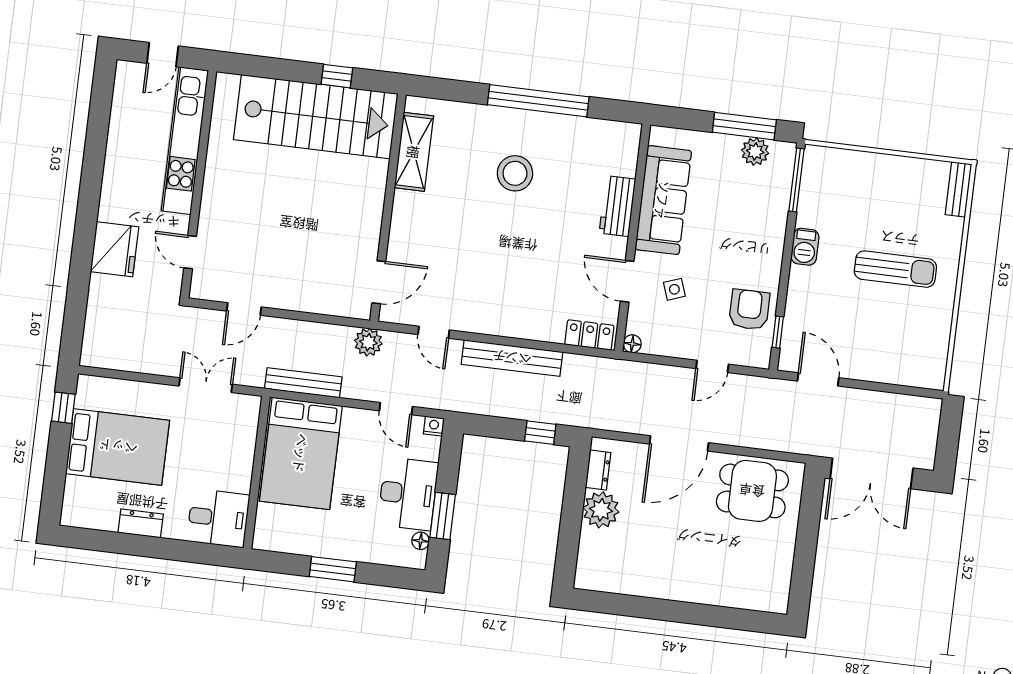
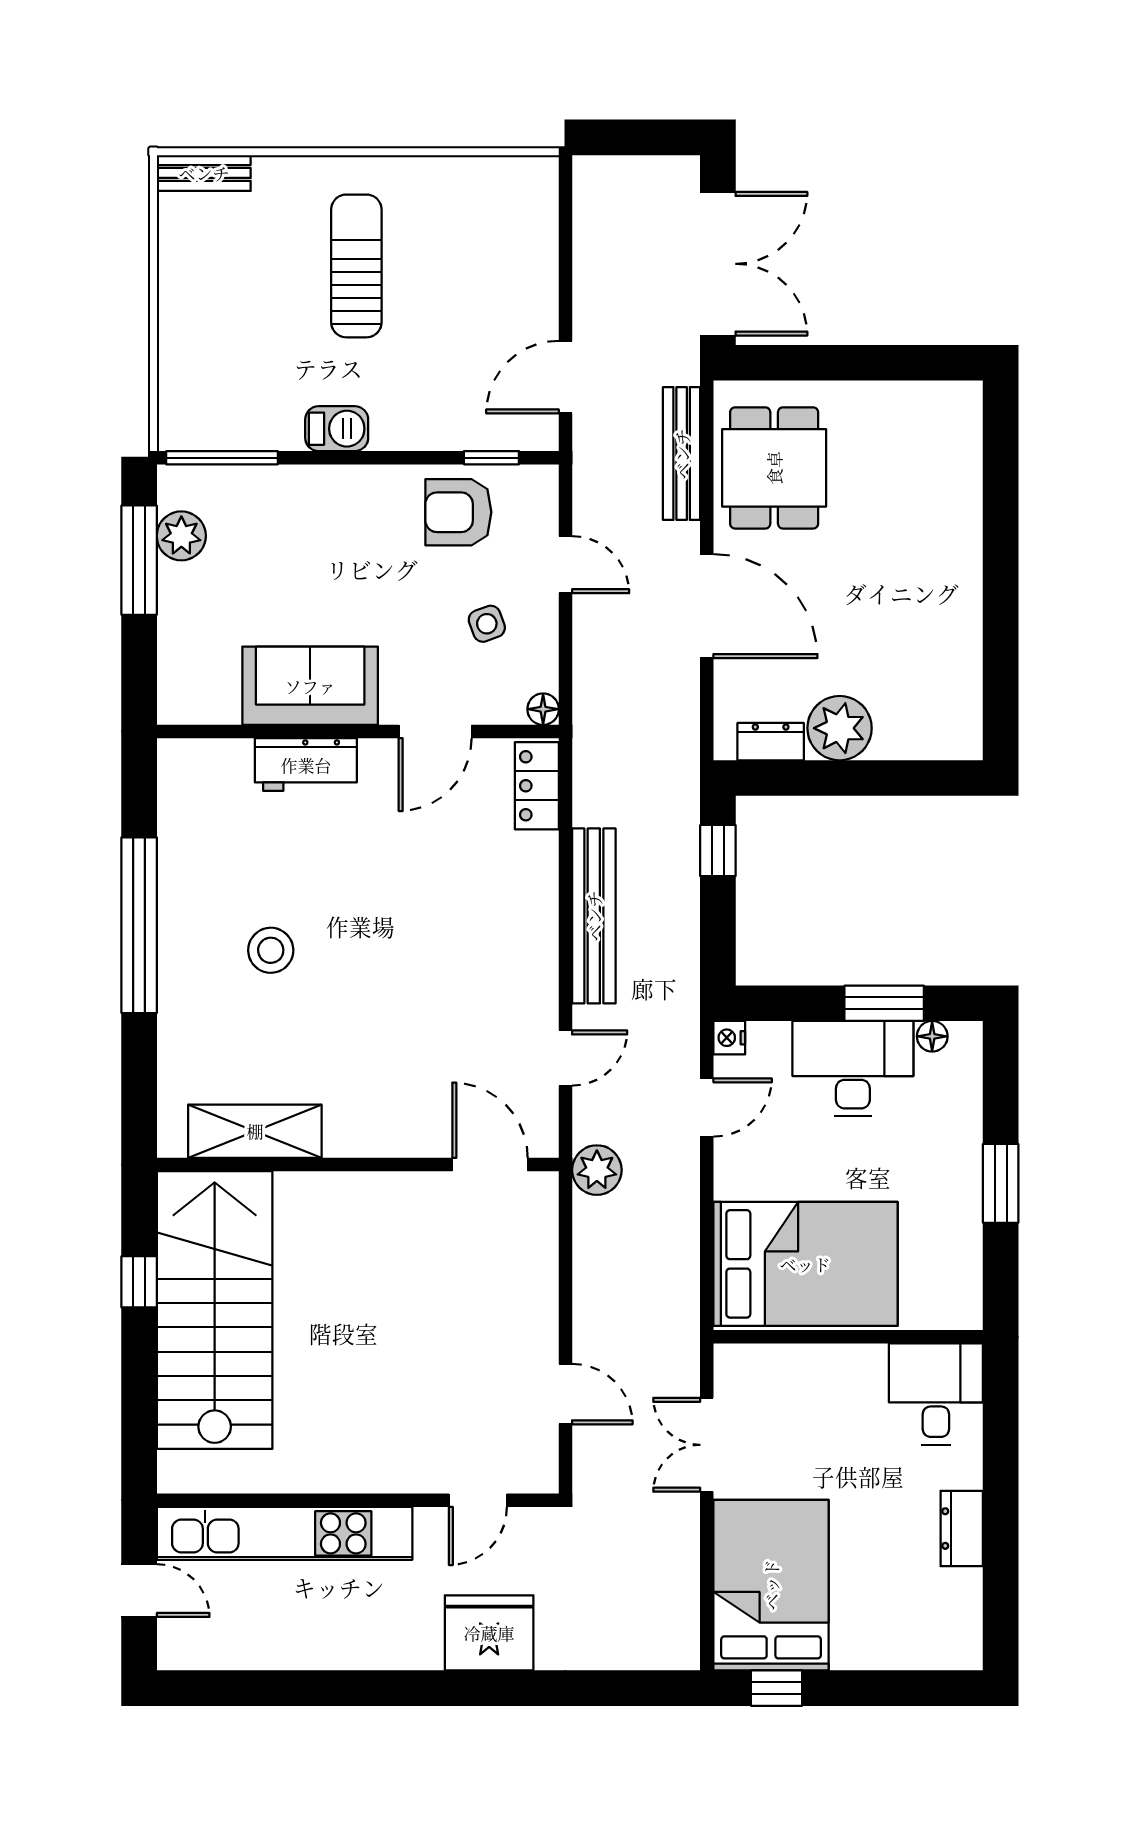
stool: (515, 173) -> (271, 950), width x0.73, depth x0.73
sofa: (663, 200) -> (310, 686), width x0.73
side table: (674, 289) -> (487, 624), moved
bench: (303, 383) -> (682, 454), moved
bed: (118, 447) -> (771, 1585), moved

